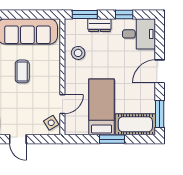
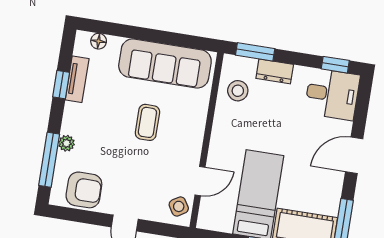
window: (124, 15) -> (335, 65), moved
stool: (78, 53) -> (238, 91), moved

